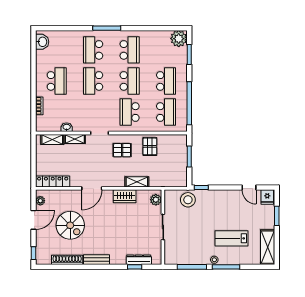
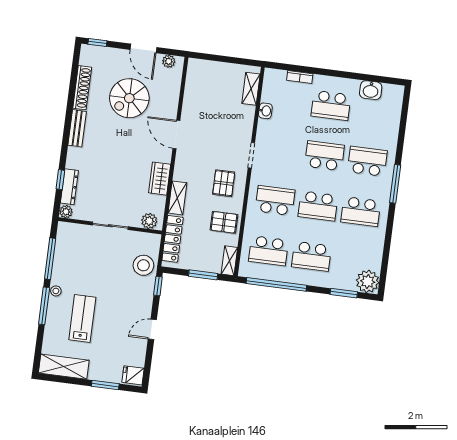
washbasin: (42, 42) -> (371, 90), moved
shelving: (75, 139) -> (229, 261), moved
locker: (53, 181) -> (173, 239), moved
door: (249, 188) -> (152, 329), moved
plant: (157, 260) -> (66, 212), added

